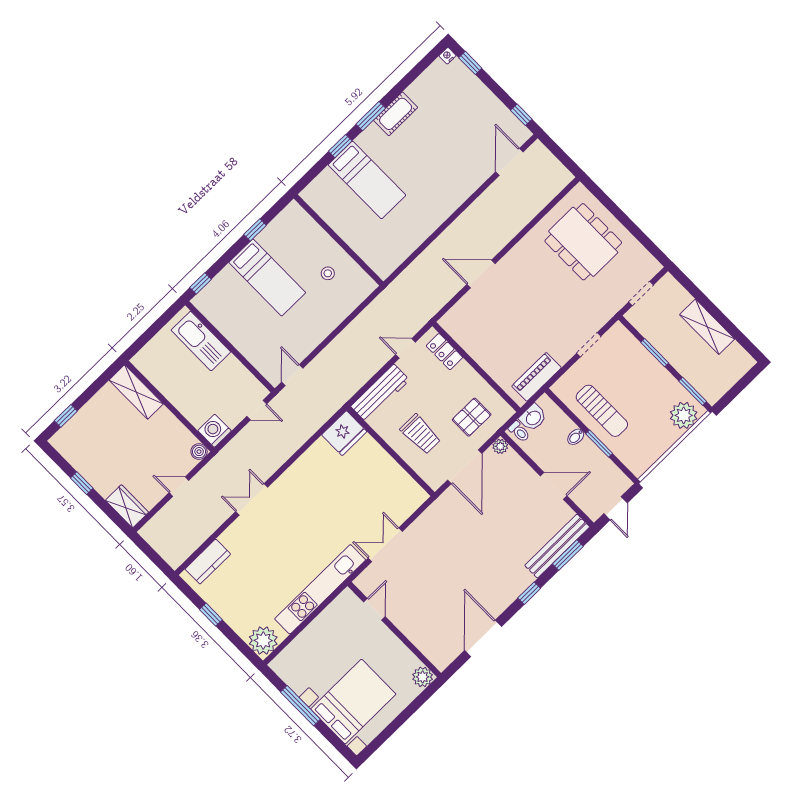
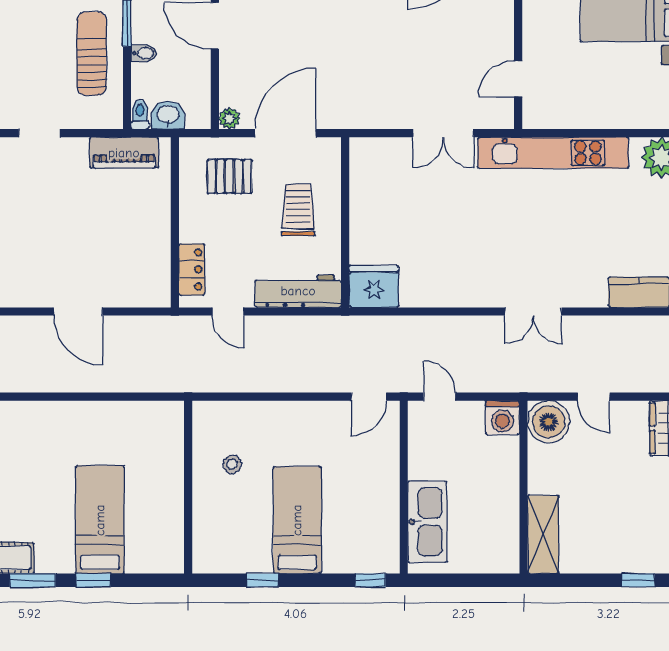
toilet: (519, 432) -> (140, 115), moved
boiler: (199, 452) -> (549, 422), width x1.86, depth x1.86

